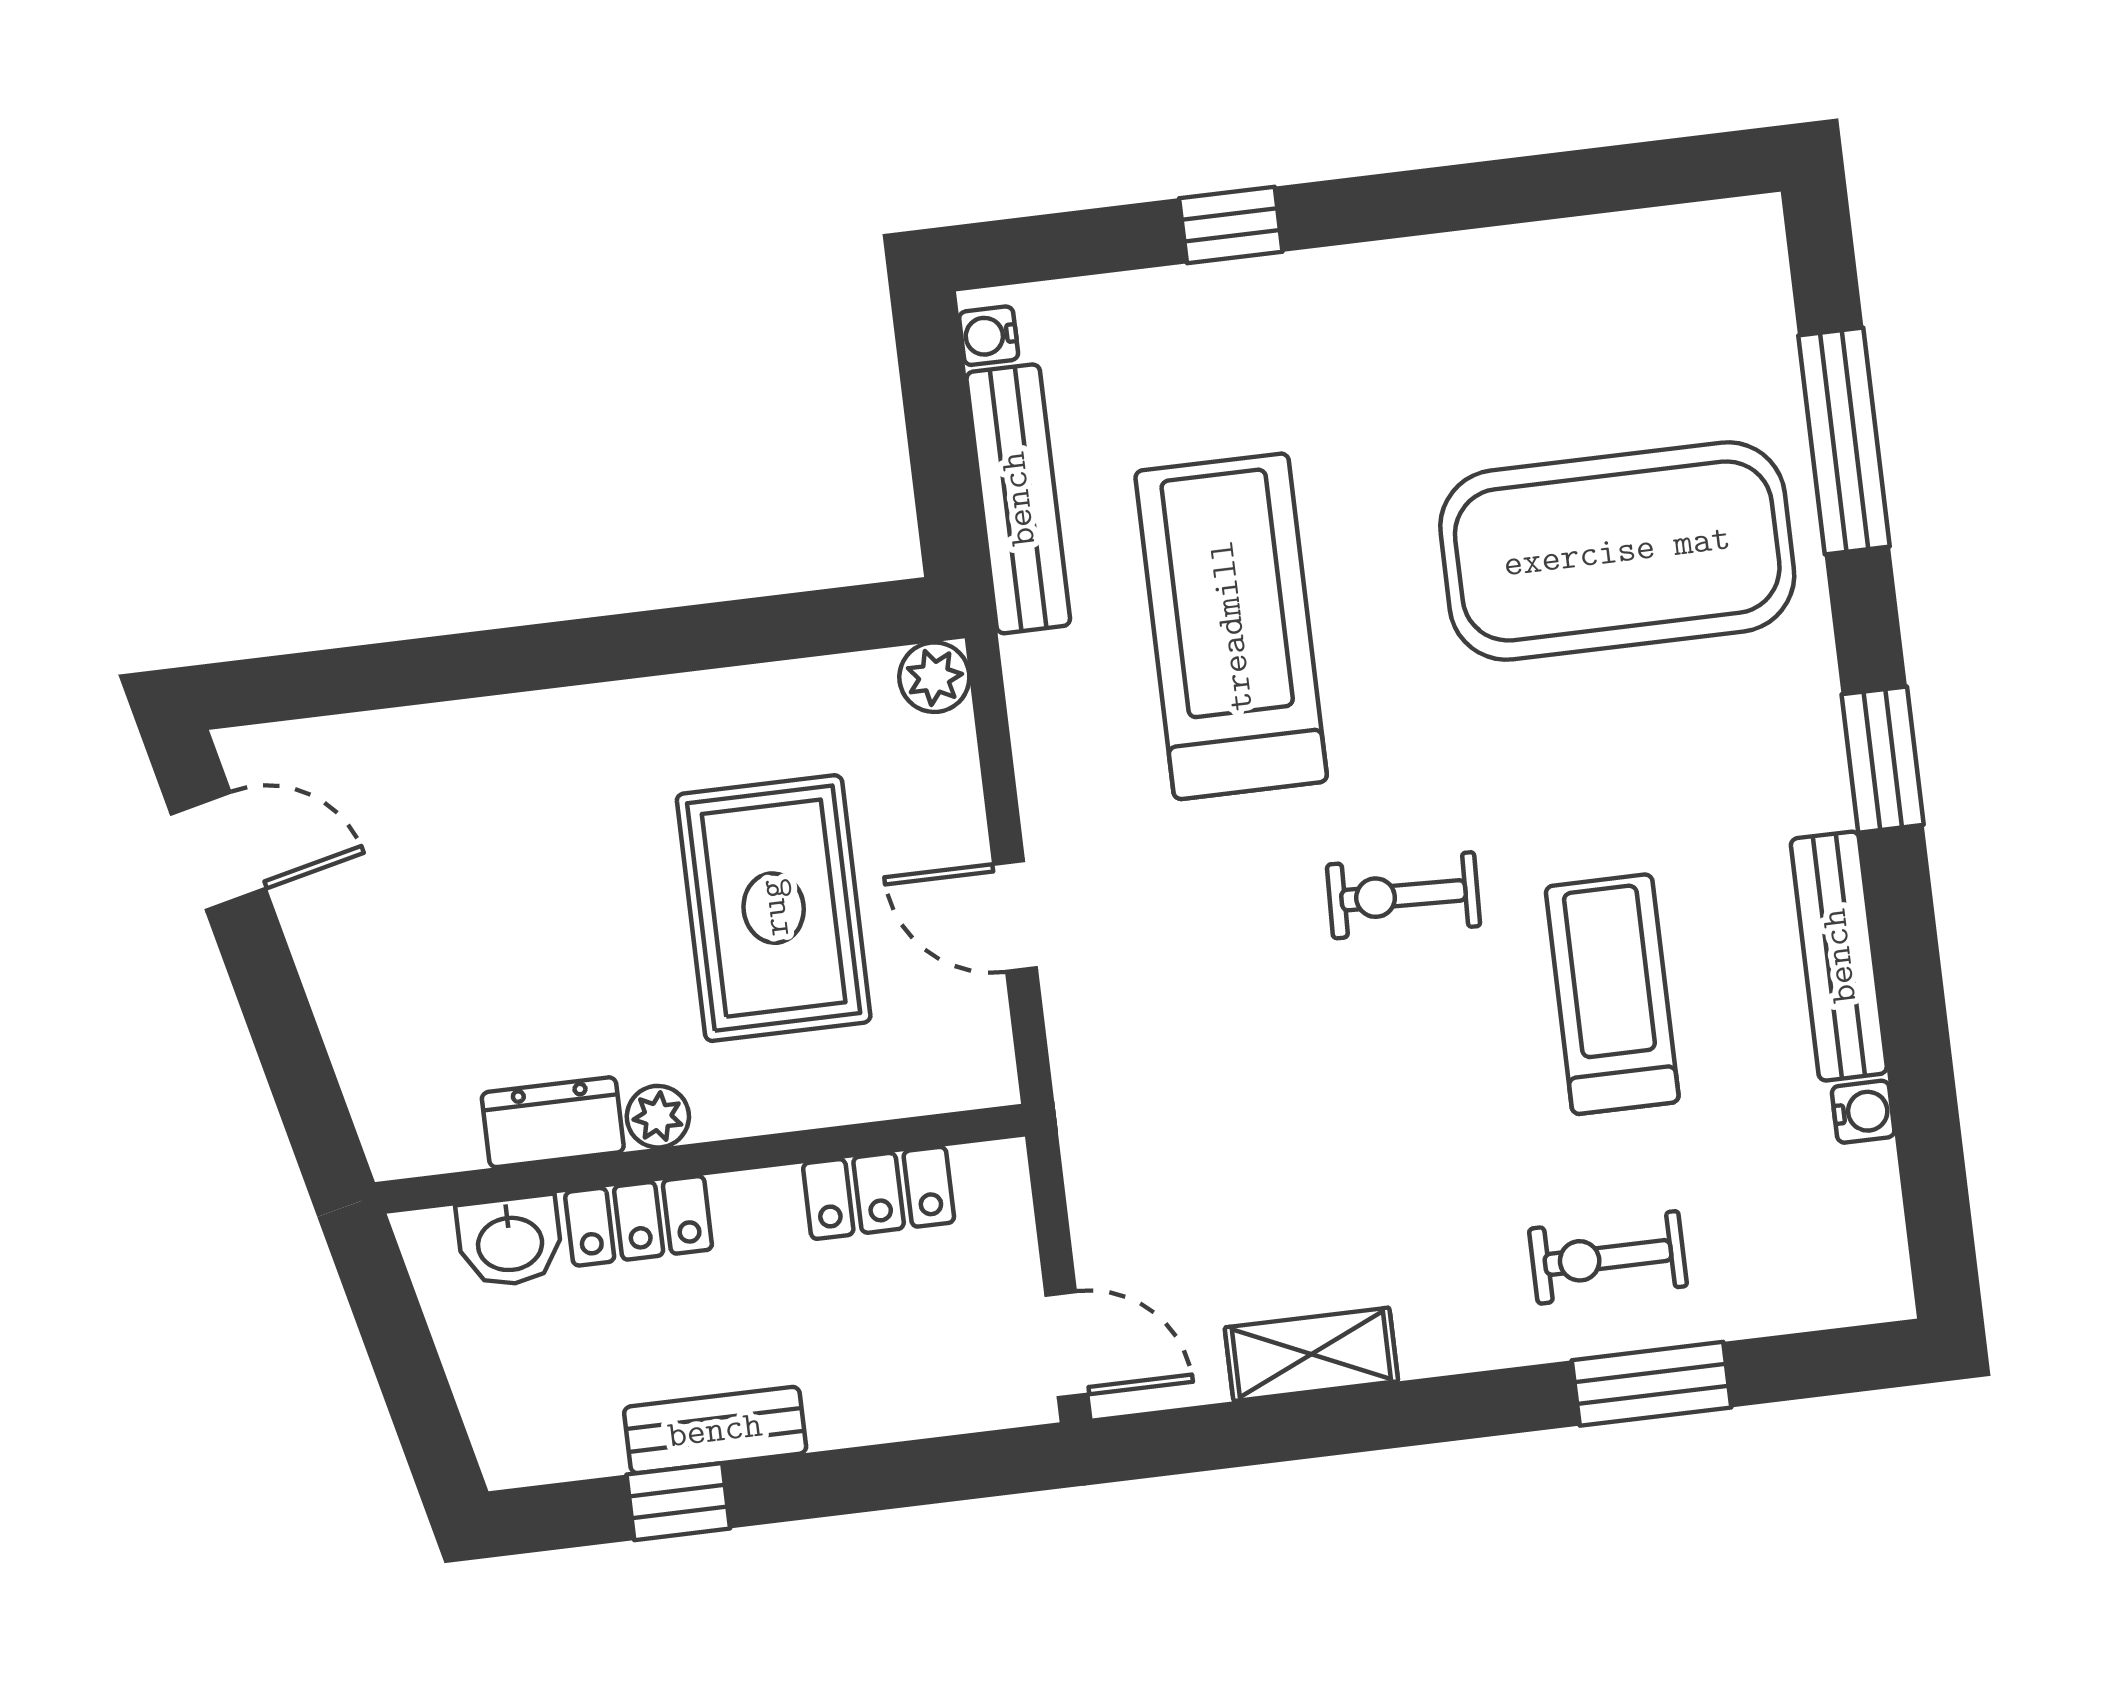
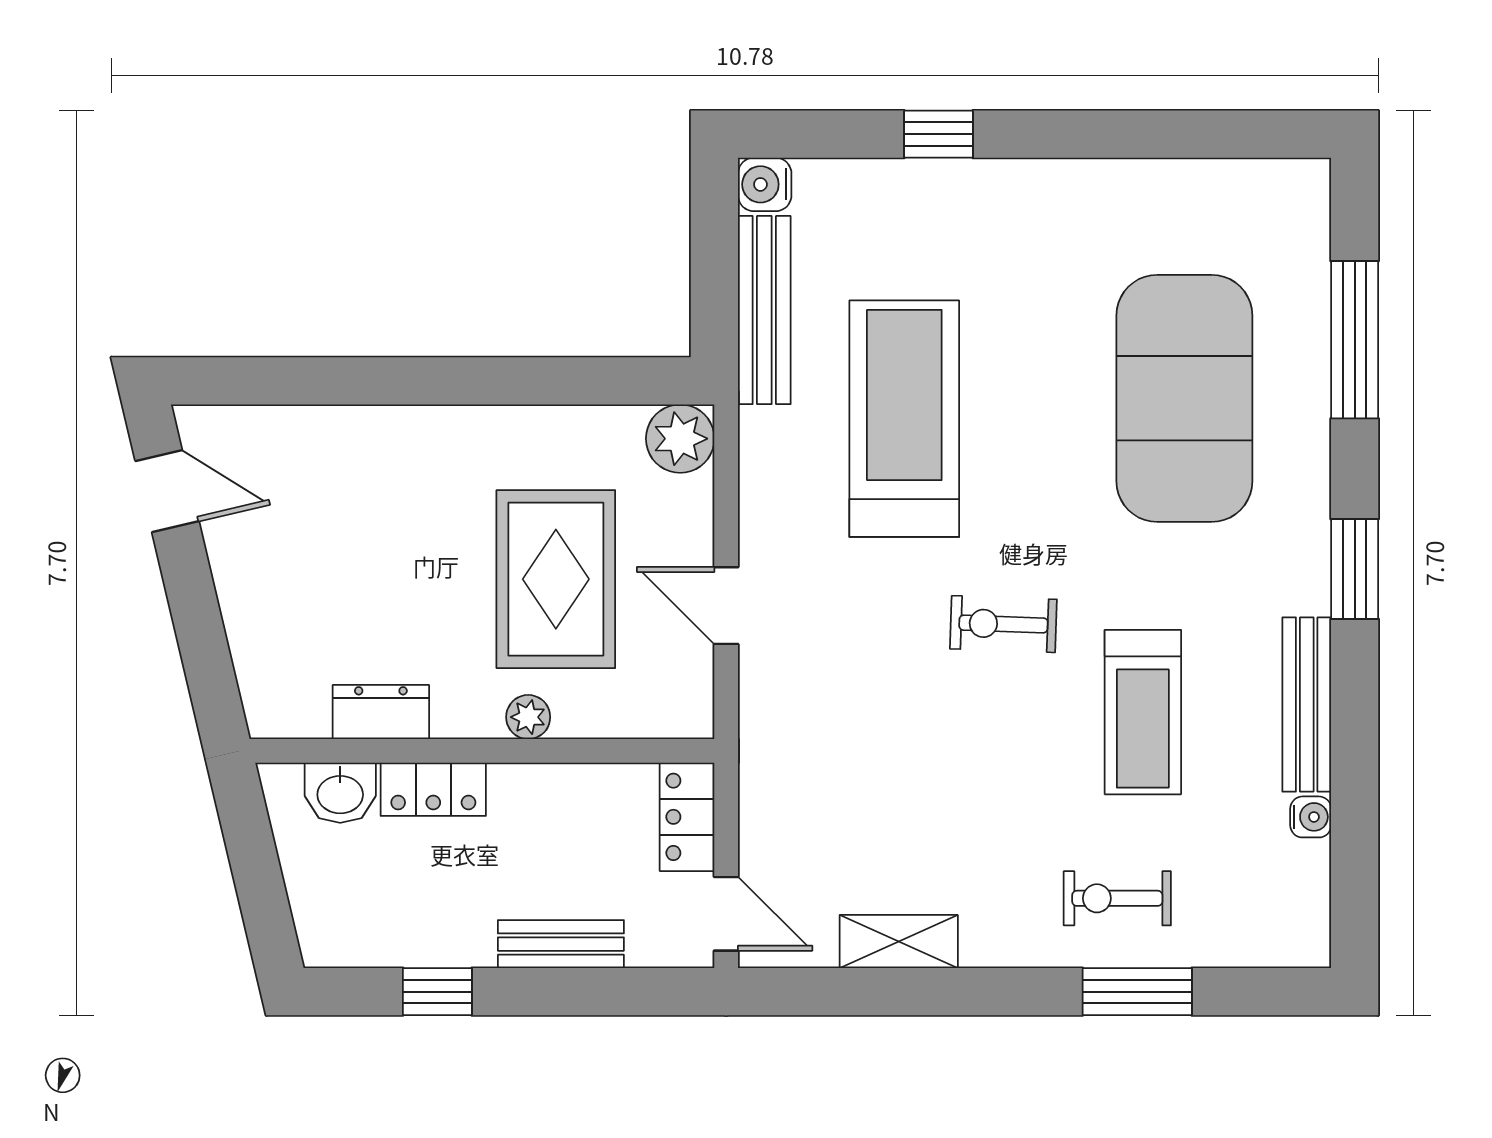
water cooler: (989, 336) -> (765, 184), width x1.38, depth x1.38
exercise mat: (1617, 551) -> (1184, 398), turned 90
plant: (934, 677) -> (680, 439), width x1.38, depth x1.38
treadmill: (1612, 994) -> (1143, 712), turned 180
plant: (658, 1117) -> (528, 717), moved
locker: (879, 1193) -> (687, 817), moved, turned 90
bench: (715, 1430) -> (561, 944), moved

